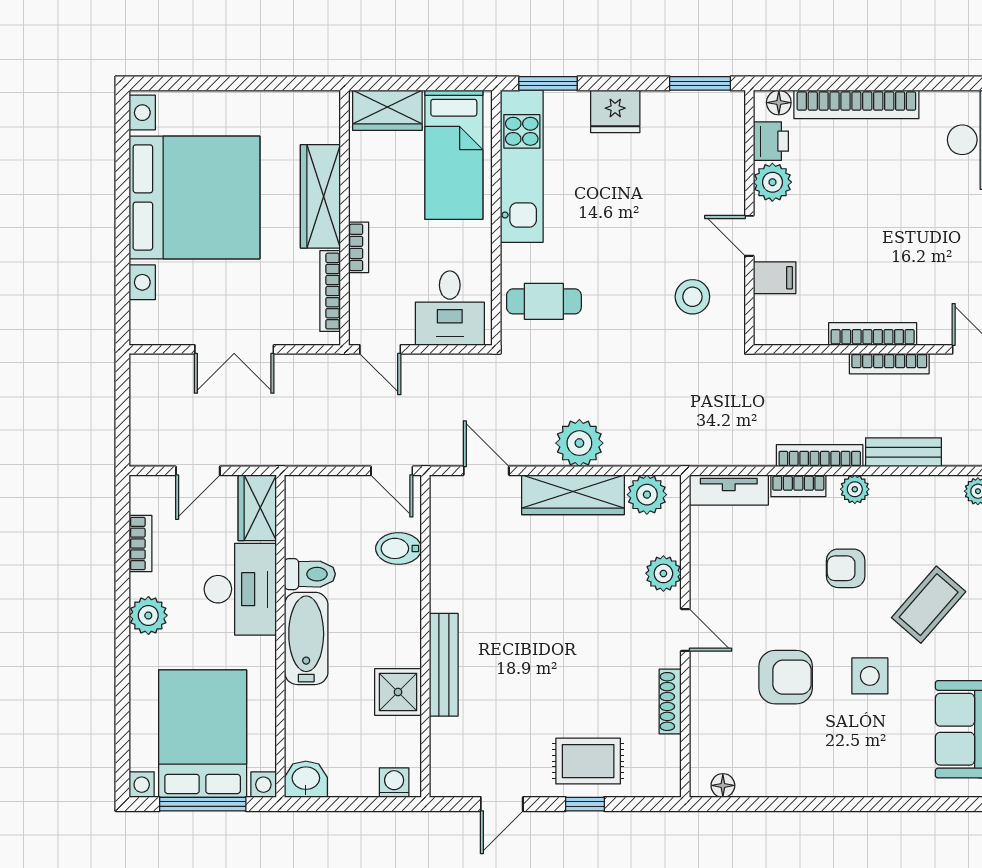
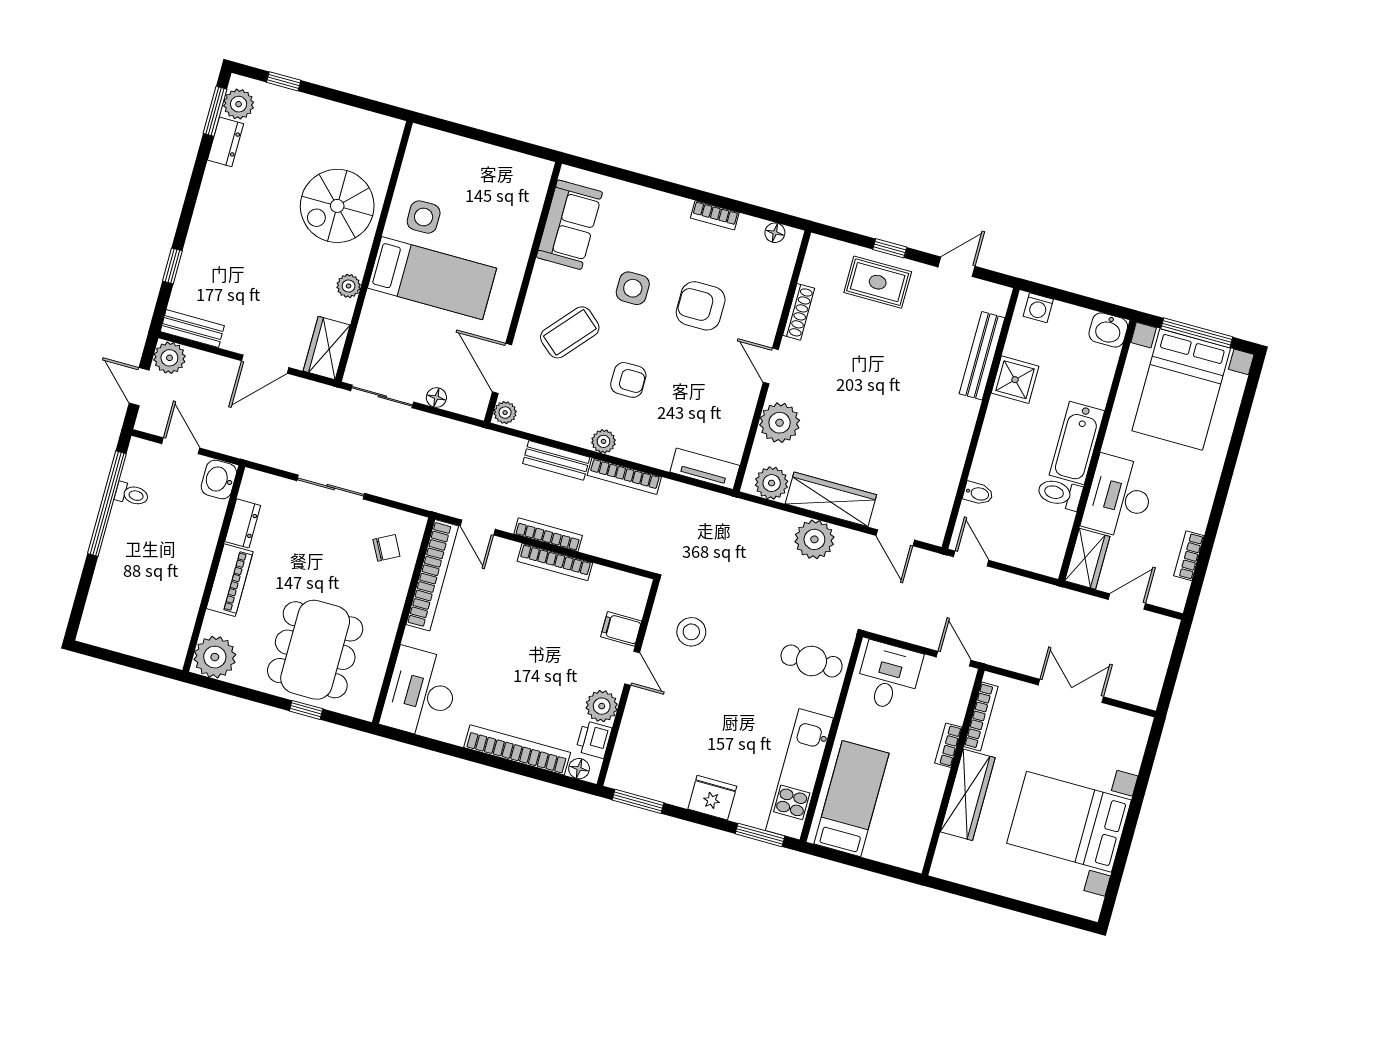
wardrobe: (387, 110) -> (895, 849), removed
bed with nightstands: (195, 197) -> (1069, 822), width x0.73
bookcase: (798, 486) -> (715, 215), moved, turned 180
bidet: (399, 548) -> (978, 493), width x0.72, depth x0.74
plant: (663, 573) -> (780, 423), width x1.36, depth x1.36
plant: (148, 615) -> (1199, 496), removed
bench: (444, 665) -> (982, 356), moved

